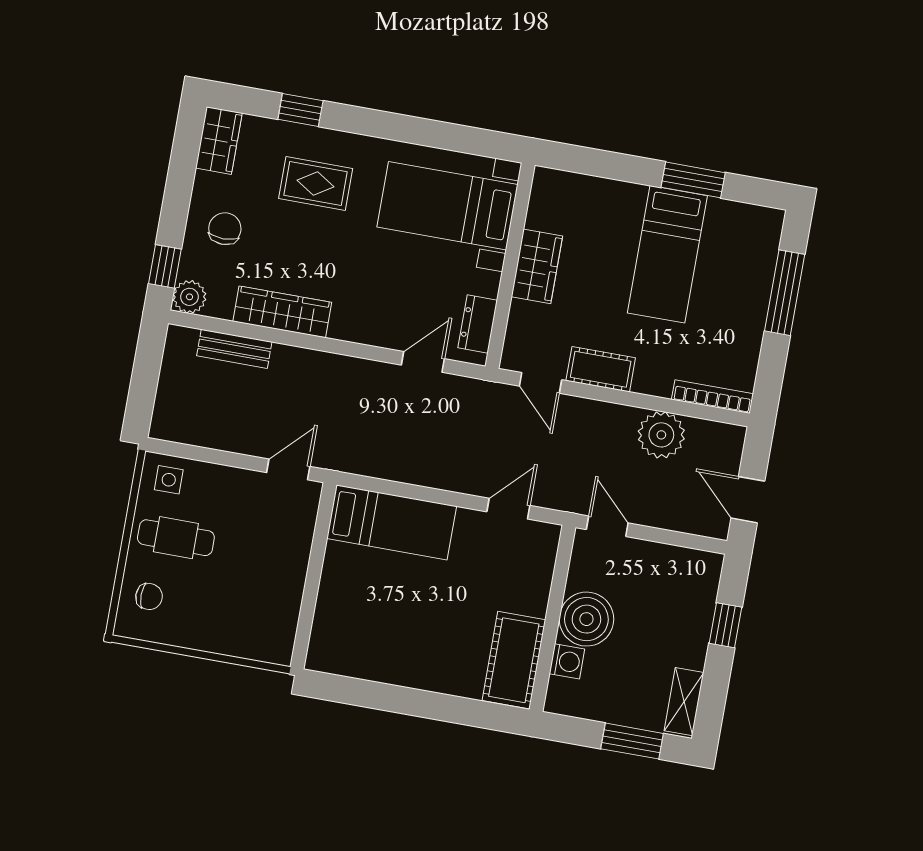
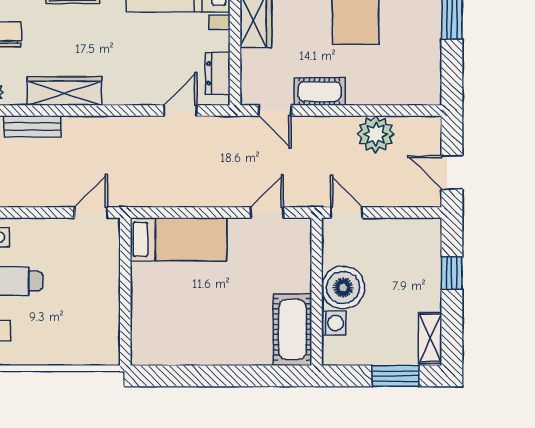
bookcase: (713, 397) -> (410, 97), removed

